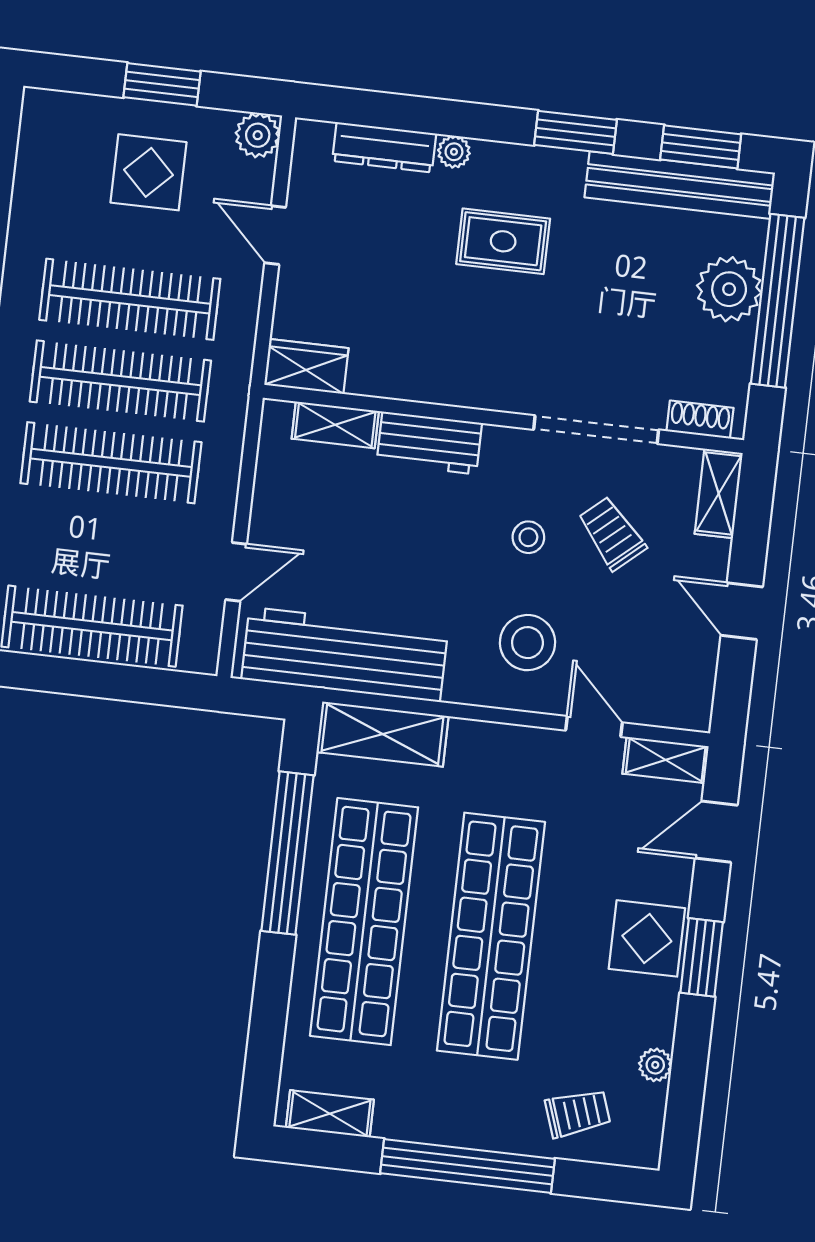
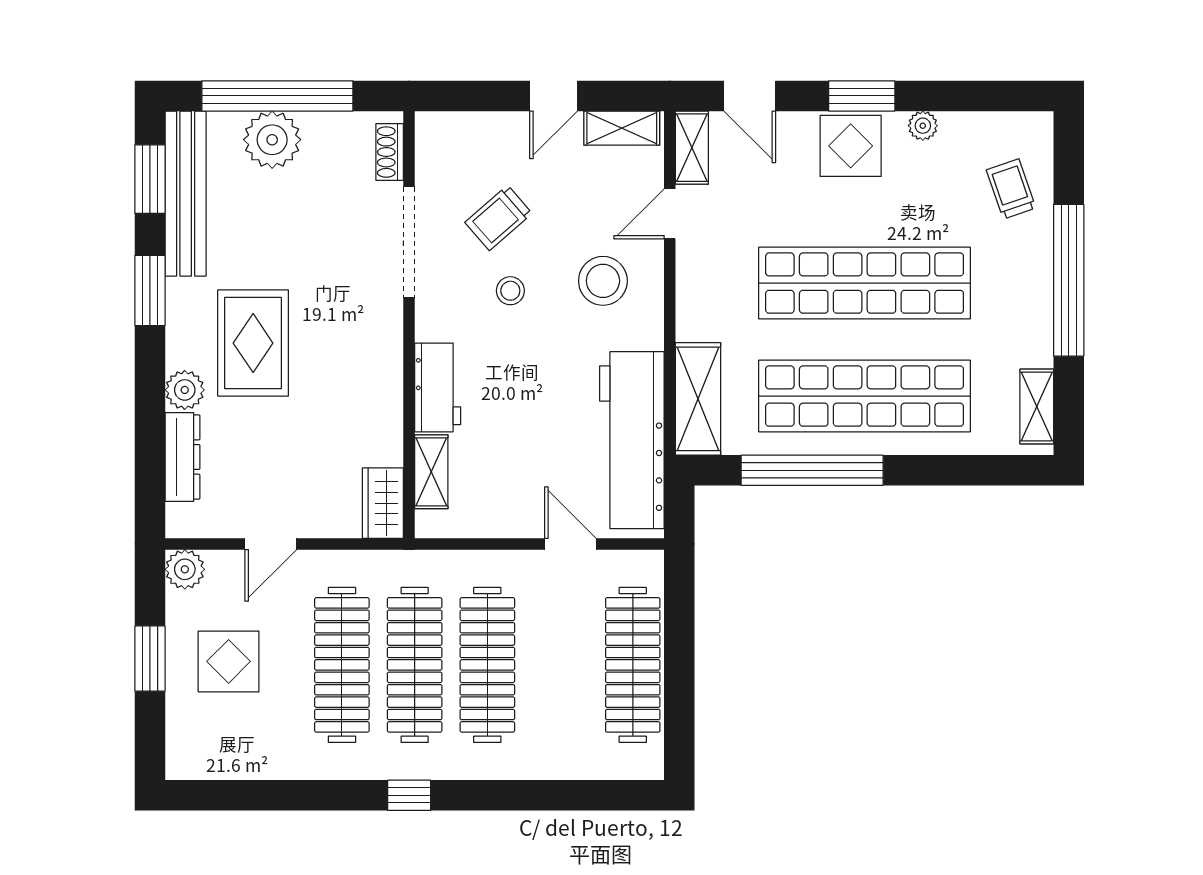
plant: (454, 152) -> (185, 390), width x1.38, depth x1.38
rug: (503, 241) -> (253, 343), width x1.36, depth x1.43
shelving: (719, 493) -> (622, 128), moved
plant: (655, 1065) -> (923, 126), moved

